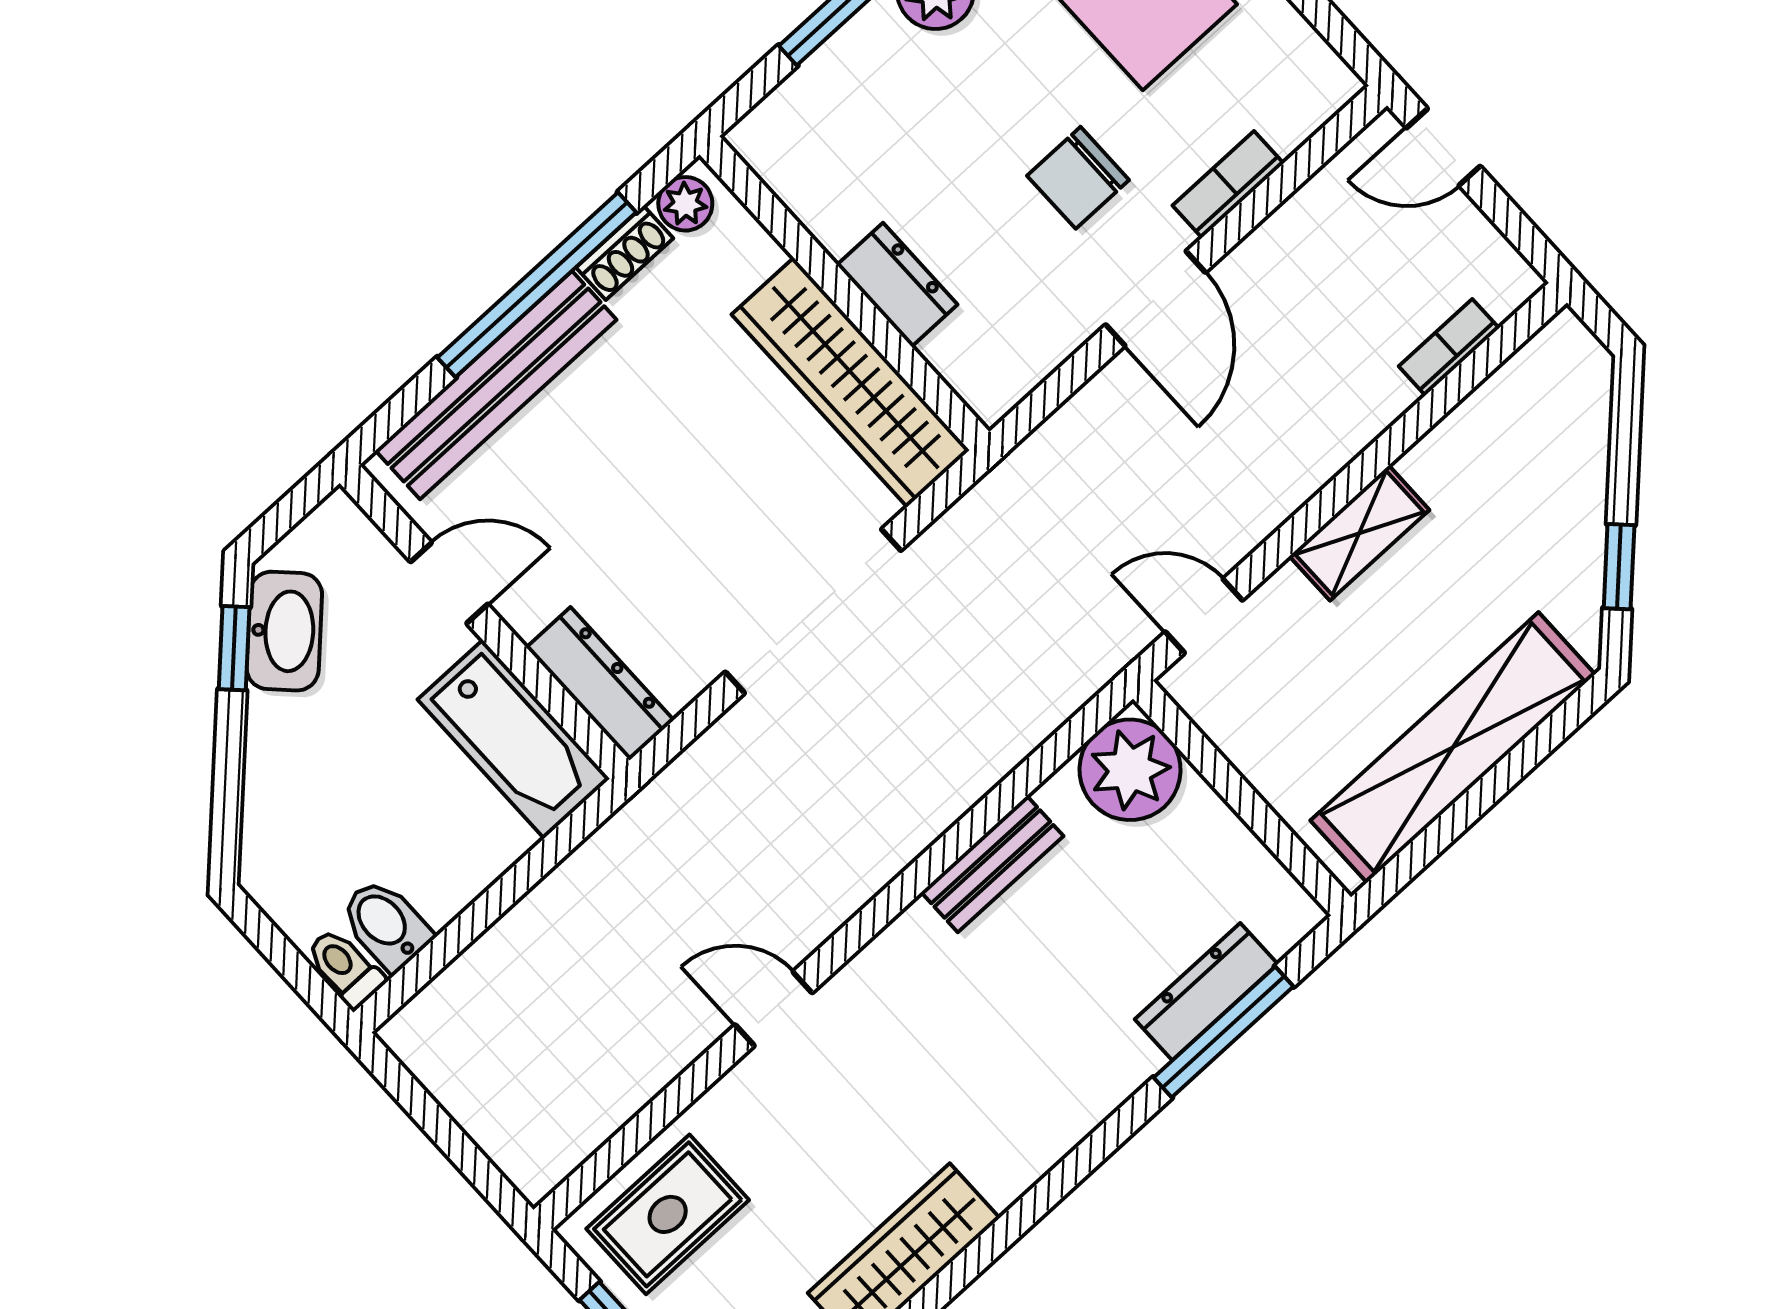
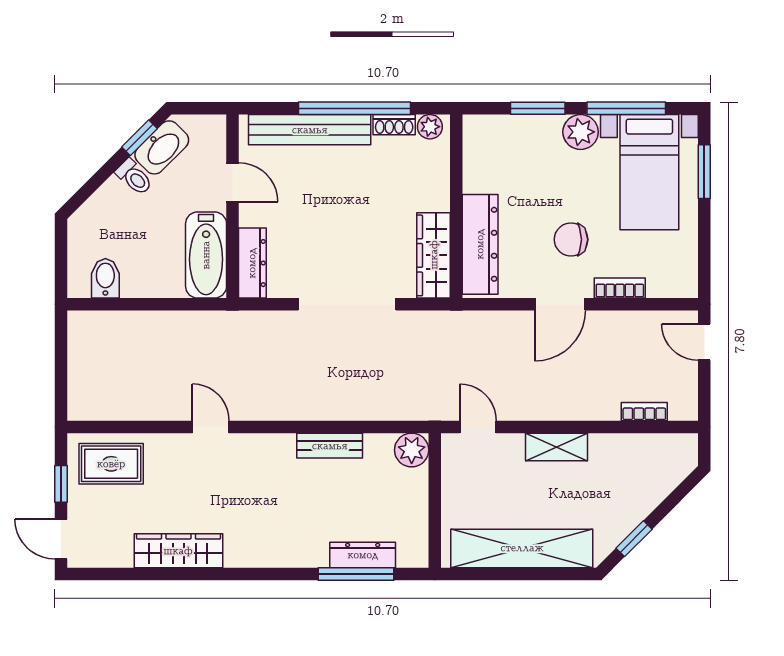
dresser: (897, 285) -> (480, 244), width x1.96, depth x1.24
wardrobe: (851, 382) -> (434, 255), width x0.71, depth x0.85
plant: (1130, 770) -> (412, 450), width x0.73, depth x0.73
toilet: (345, 968) -> (134, 177), moved, turned 135

